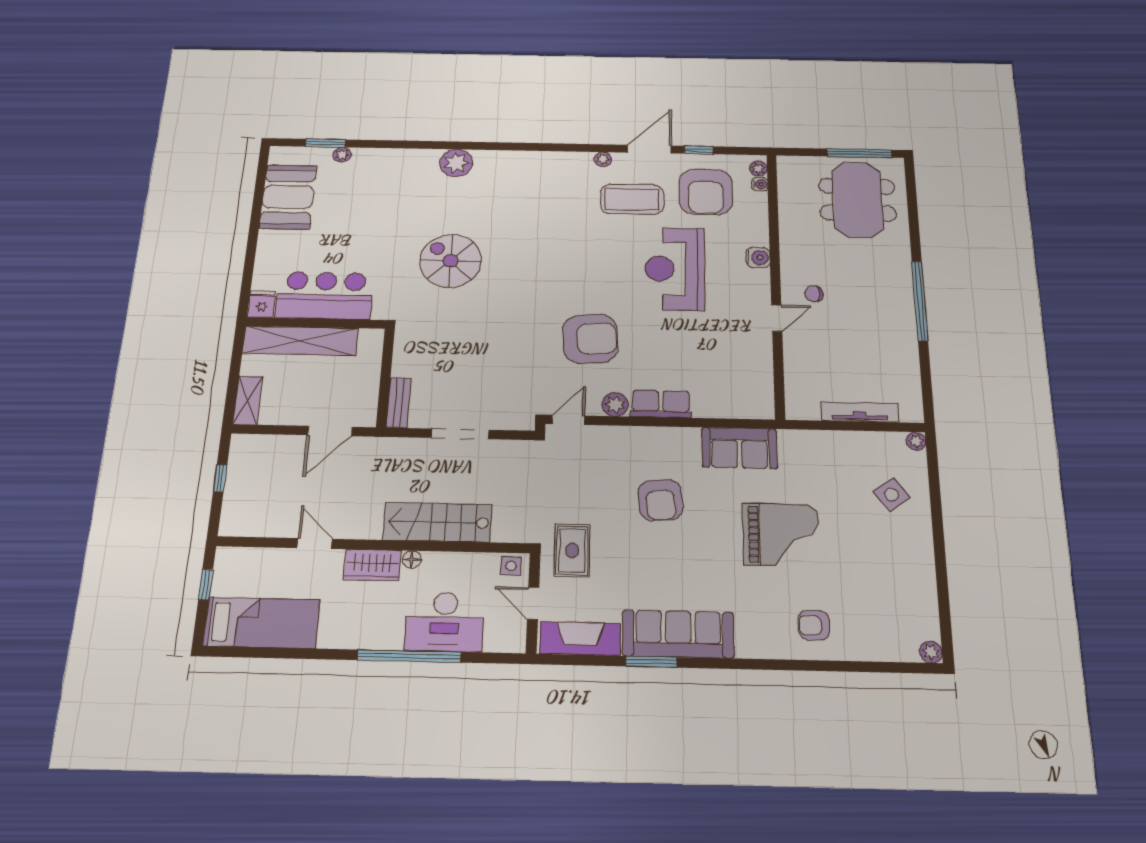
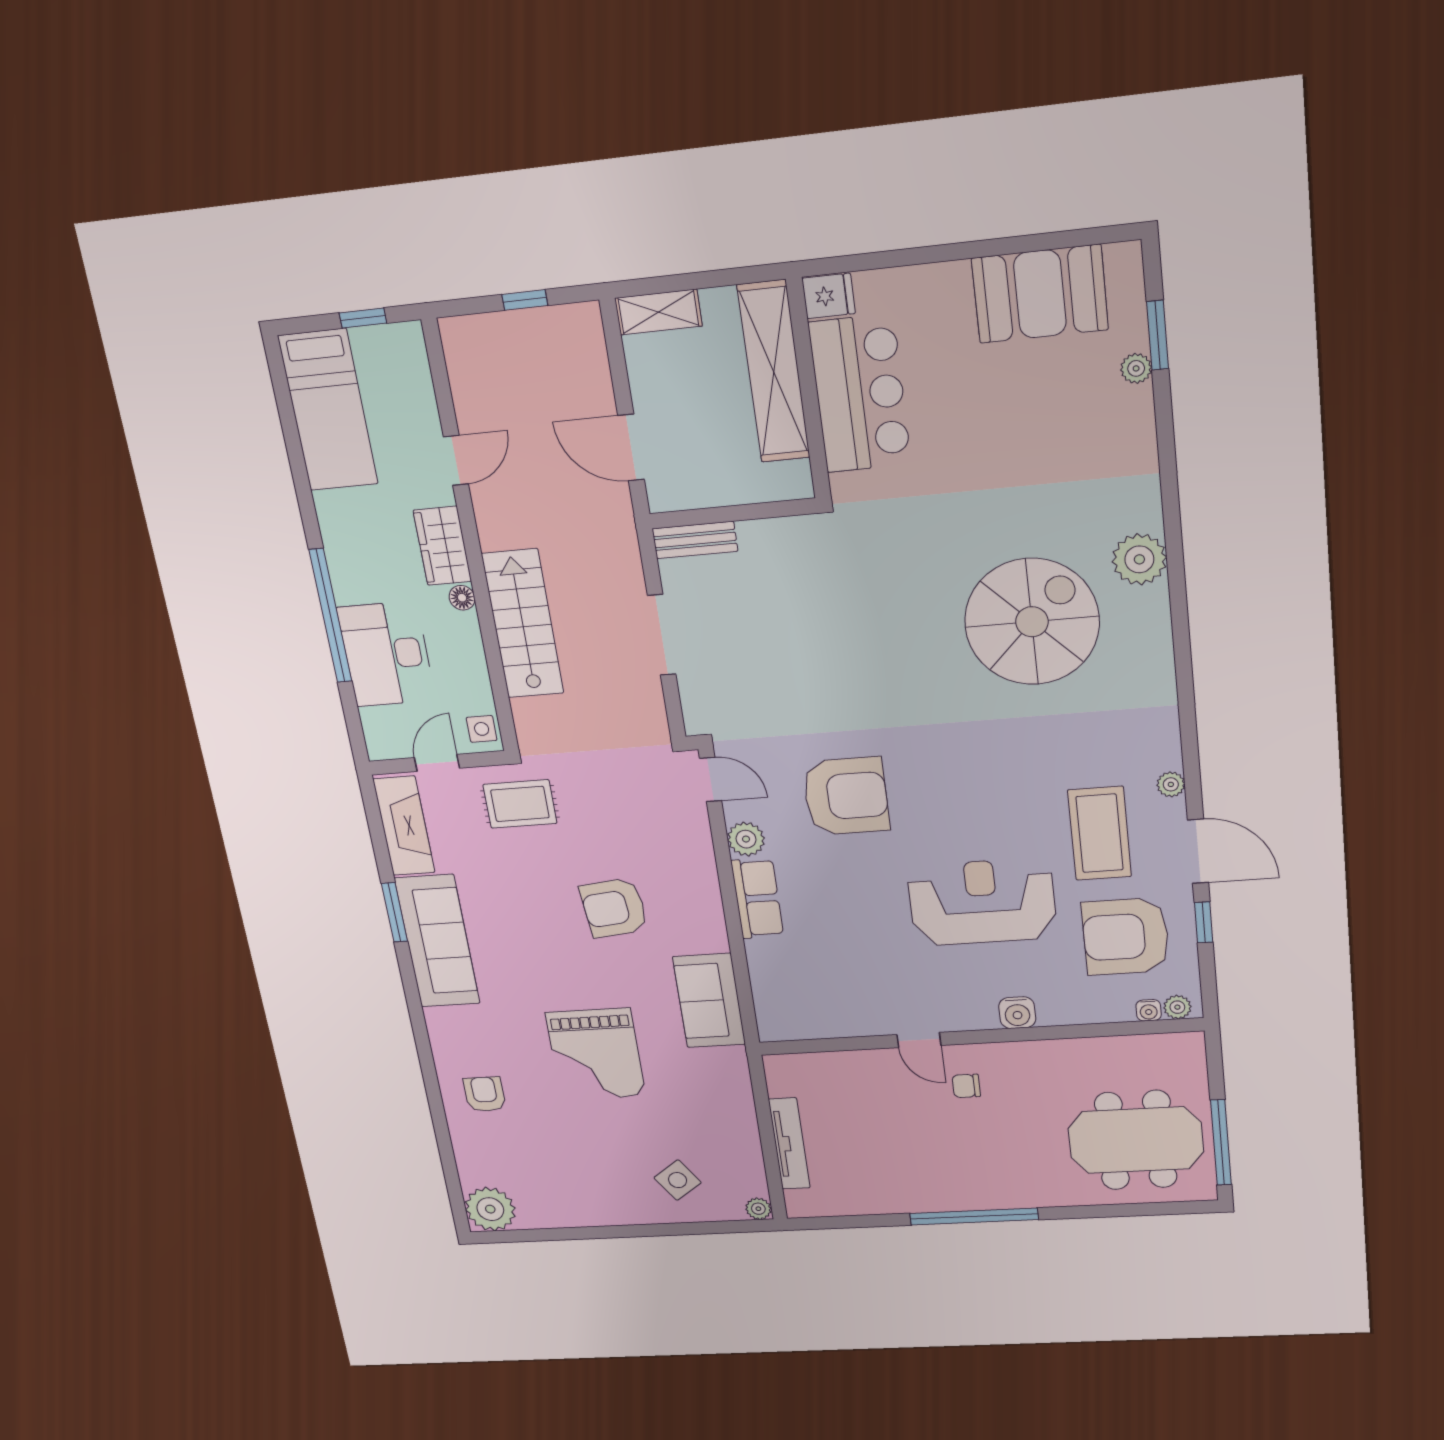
spiral stairs: (451, 261) -> (1032, 622), moved, width x1.37, depth x1.37
chair: (814, 294) -> (966, 1086), turned -90
armchair: (590, 339) -> (846, 796), turned -86
plant: (931, 652) -> (490, 1209), width x1.87, depth x1.87

